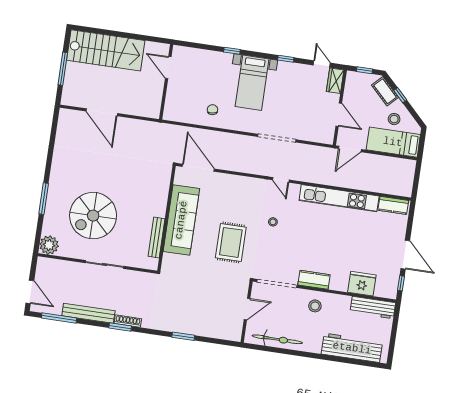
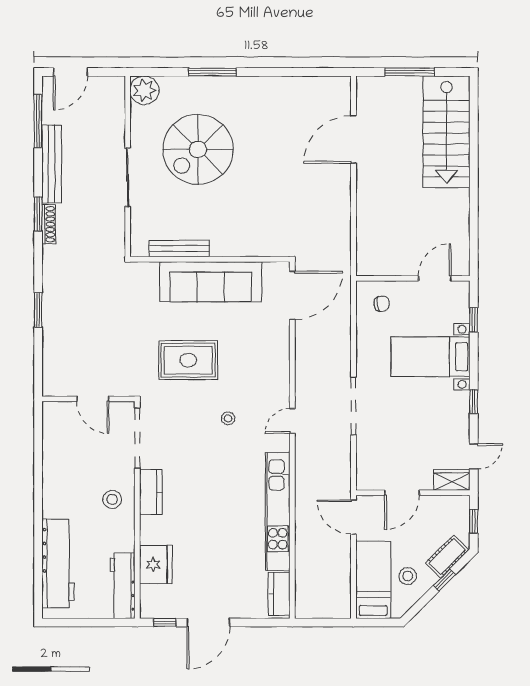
door: (168, 67) -> (435, 278), moved
wall: (166, 82) -> (413, 278), moved
spiral stairs: (93, 216) -> (198, 149), turned -90
bicycle: (277, 339) -> (54, 451), removed

